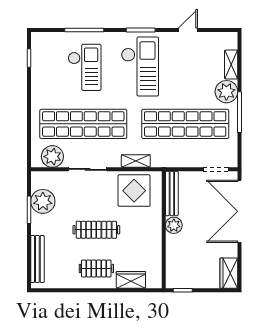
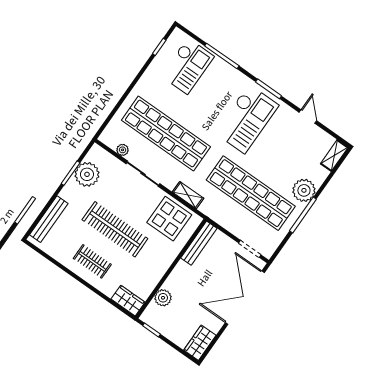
door: (188, 30) -> (308, 116), hinge flipped
shelving: (231, 65) -> (334, 155), moved
checkout: (85, 67) -> (187, 66), moved
plant: (52, 157) -> (123, 150), width x0.53, depth x0.53
plant: (174, 225) -> (163, 298), moved
clothes rail: (96, 230) -> (115, 229), width x1.37, depth x1.31
wardrobe: (131, 280) -> (128, 301), moved

